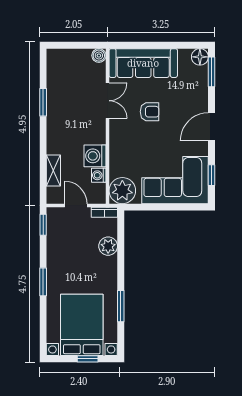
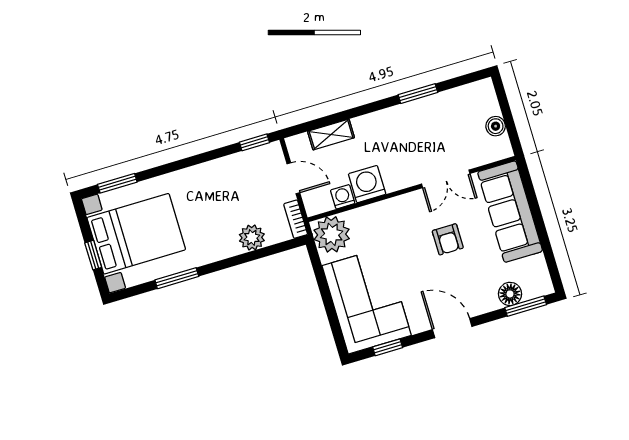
boiler: (99, 56) -> (496, 126), moved
floor lamp: (200, 57) -> (510, 294), moved
door: (76, 205) -> (293, 178), hinge flipped
window: (43, 282) -> (117, 183), moved

